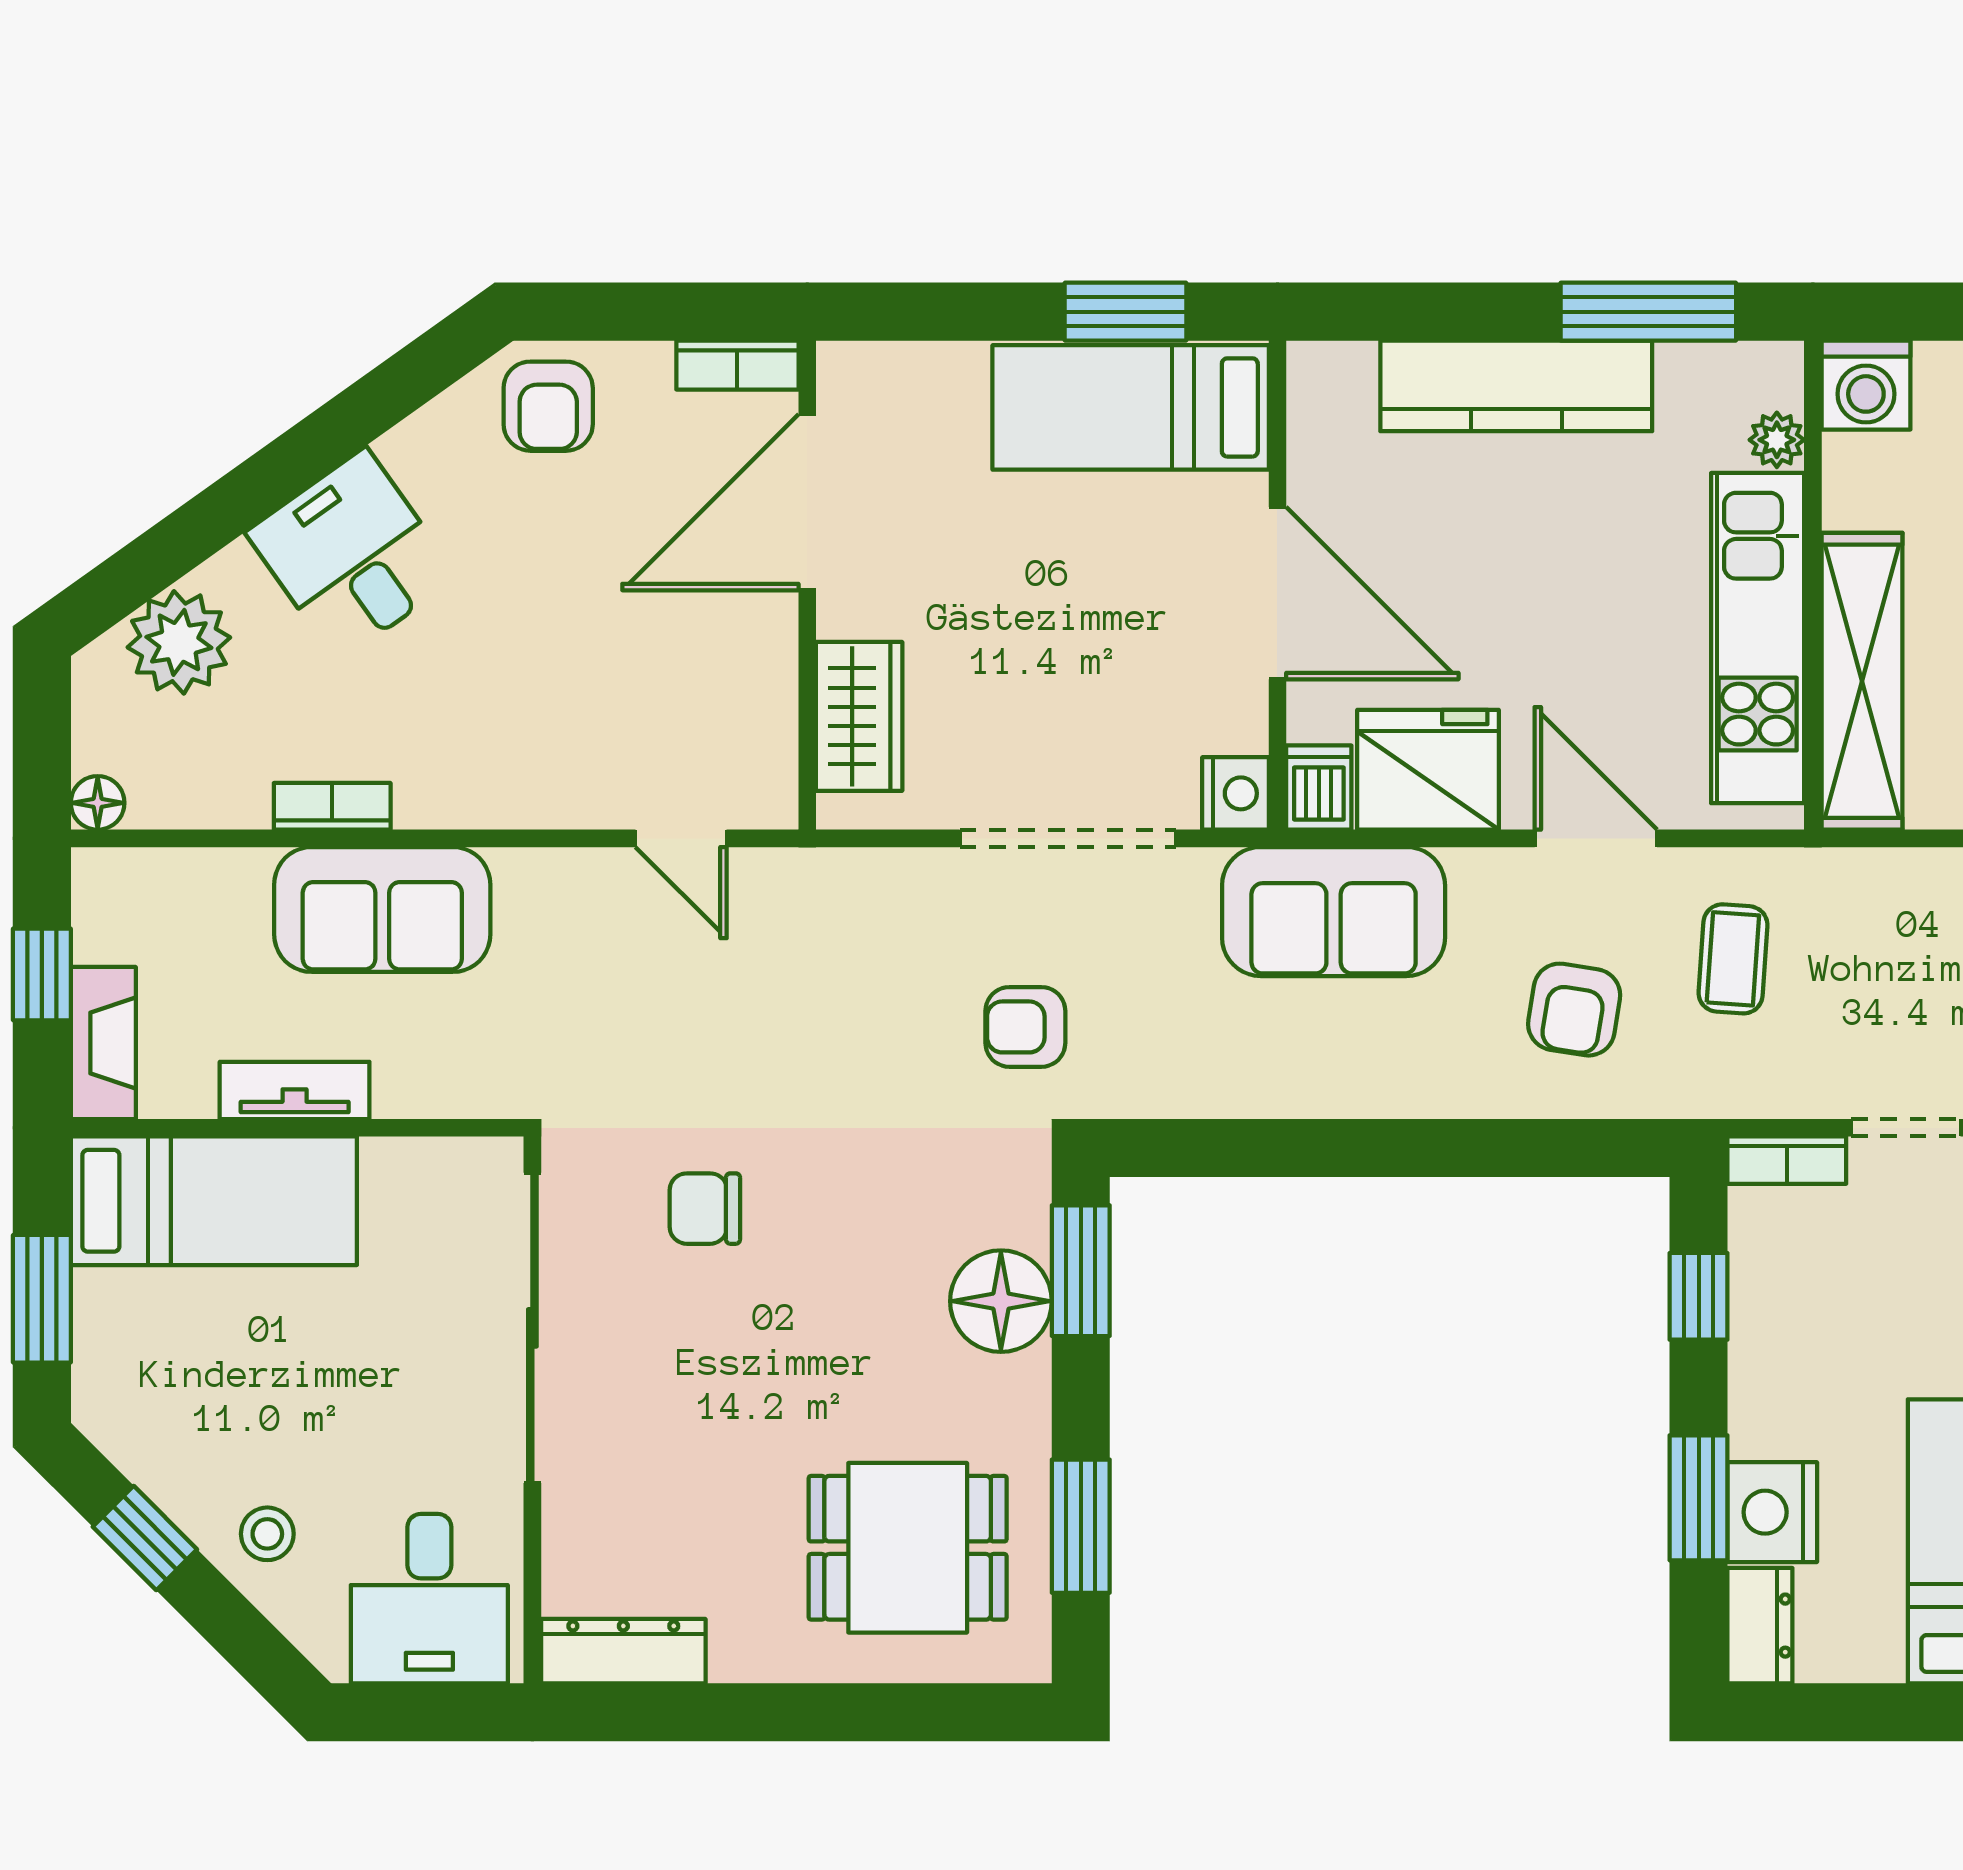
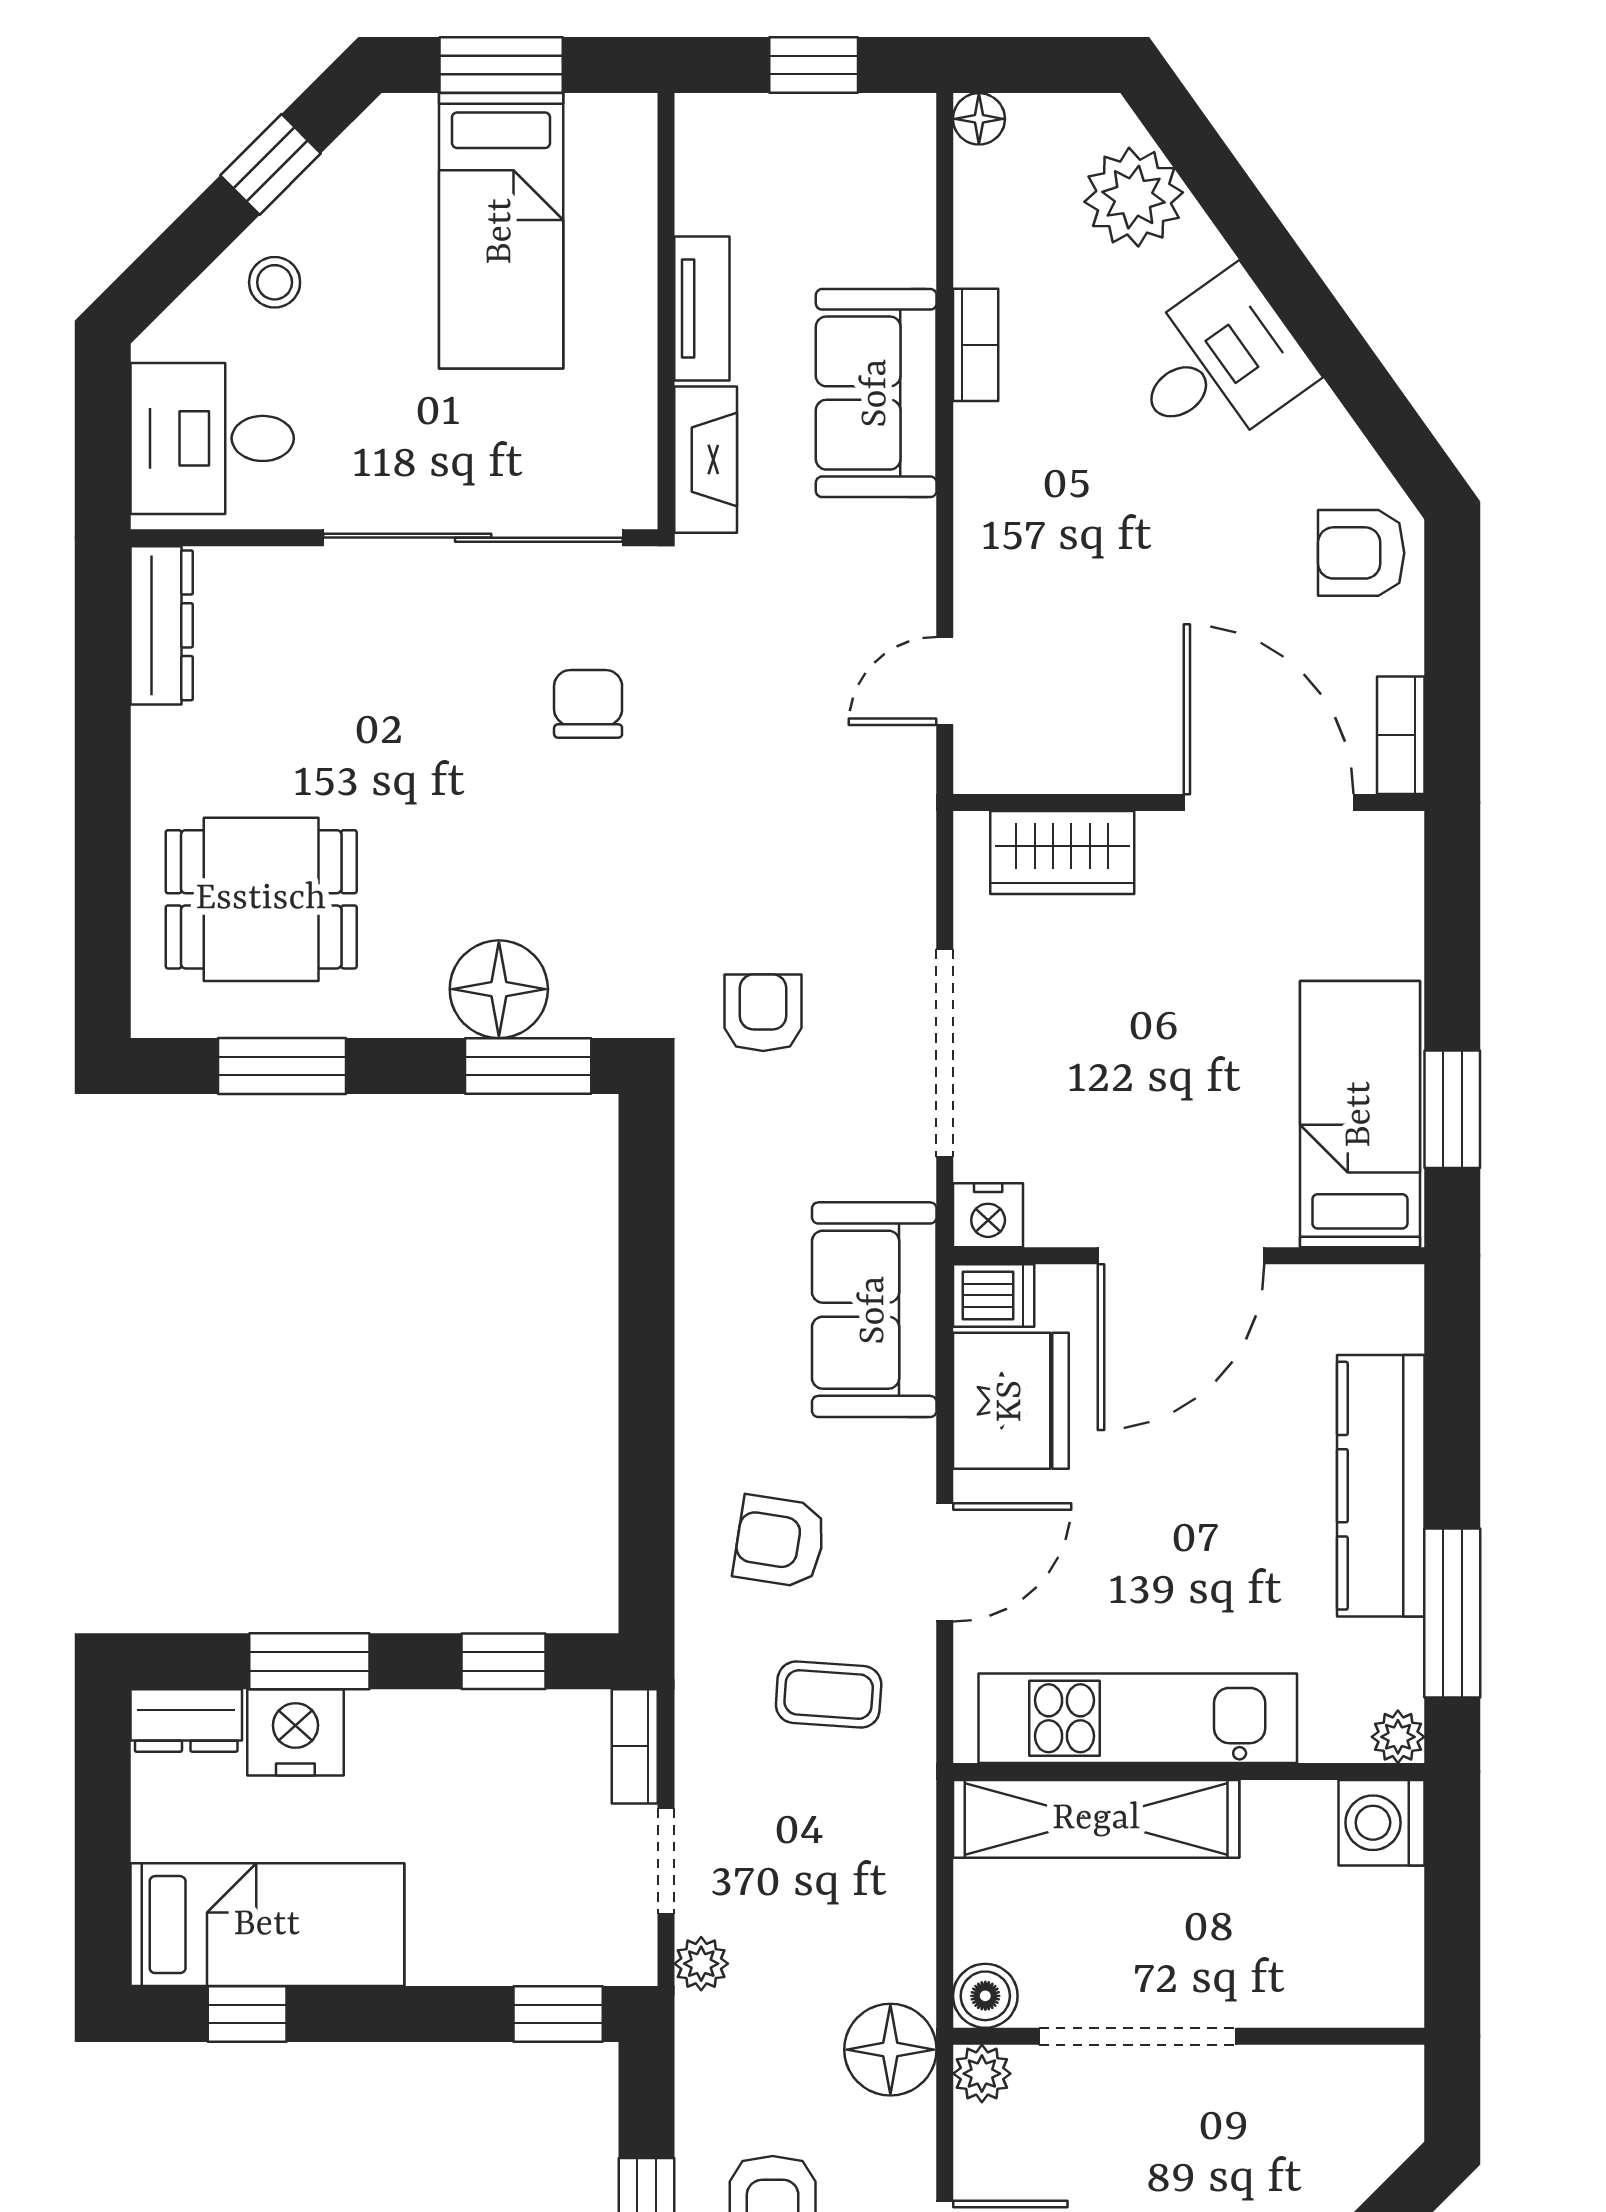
plant: (1777, 440) -> (1398, 1737), moved
fireplace: (103, 1043) -> (706, 460), moved, turned -90
bed: (214, 1201) -> (501, 231), moved
dining table: (908, 1548) -> (261, 899), turned 90

